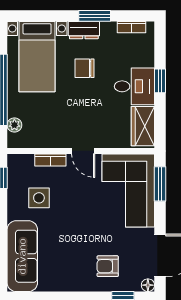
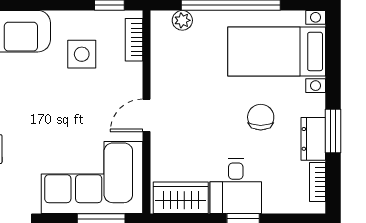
dresser: (84, 30) -> (313, 139), moved
bookcase: (50, 160) -> (134, 40), moved

